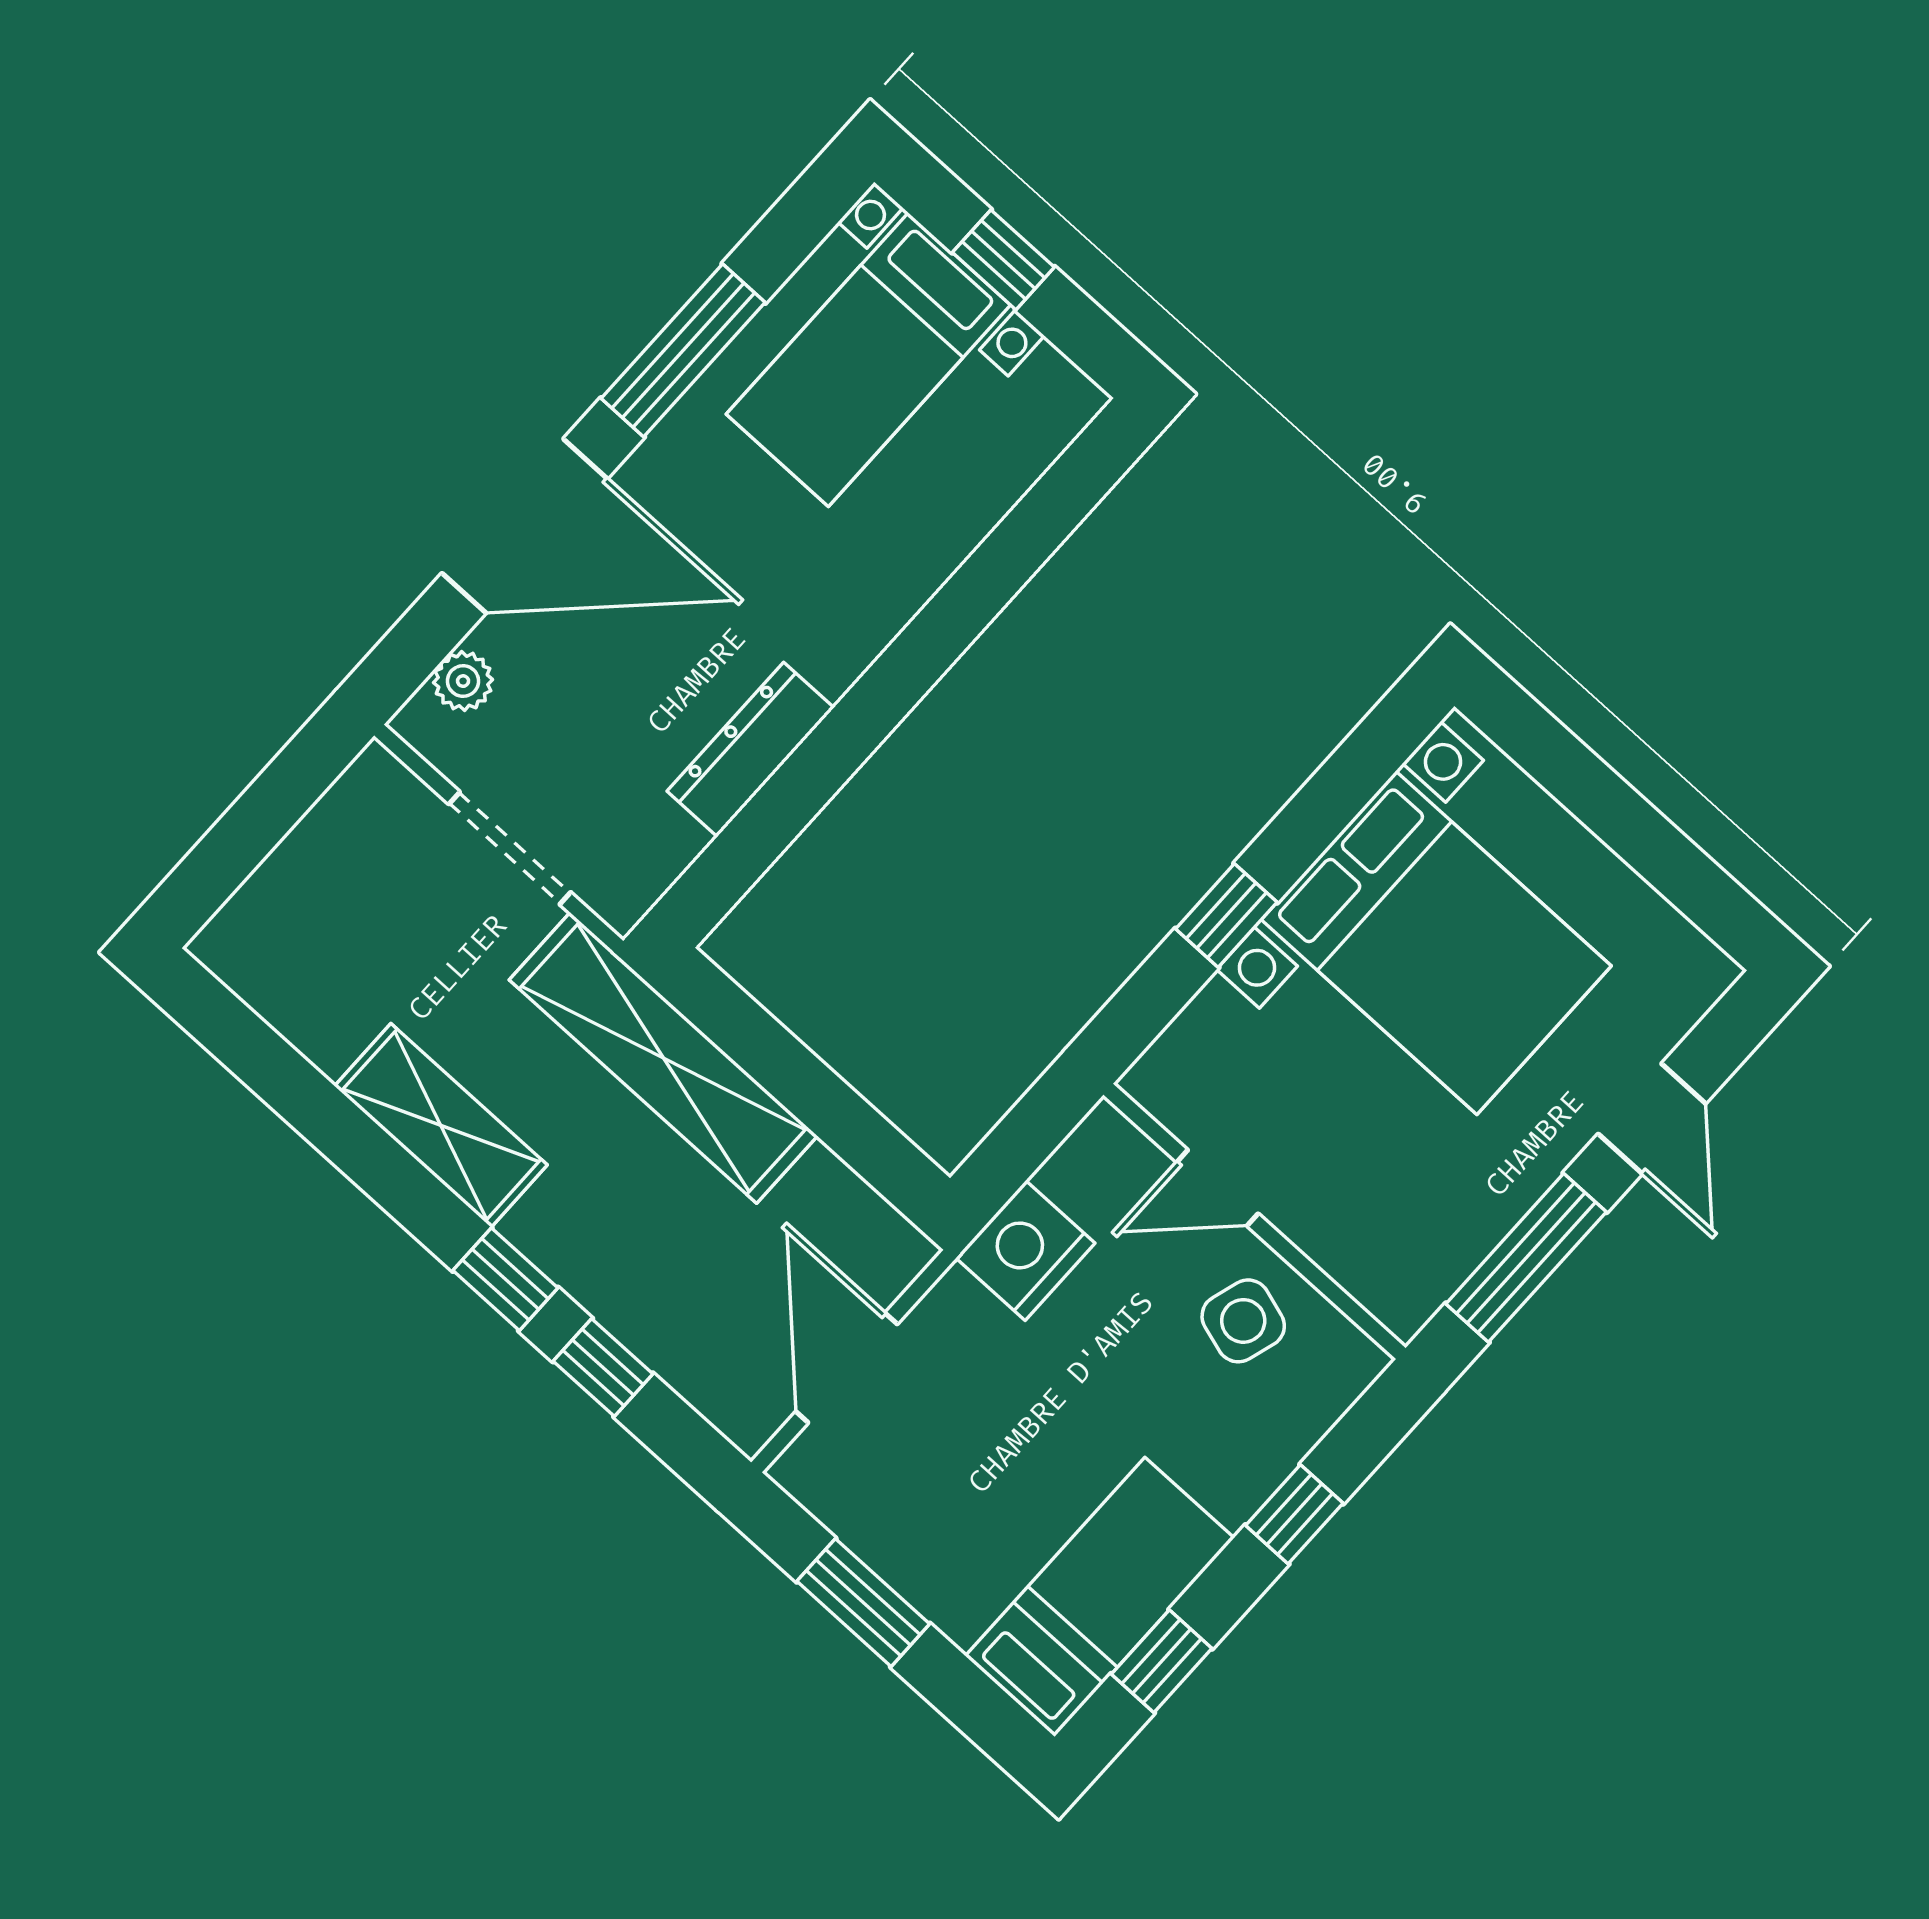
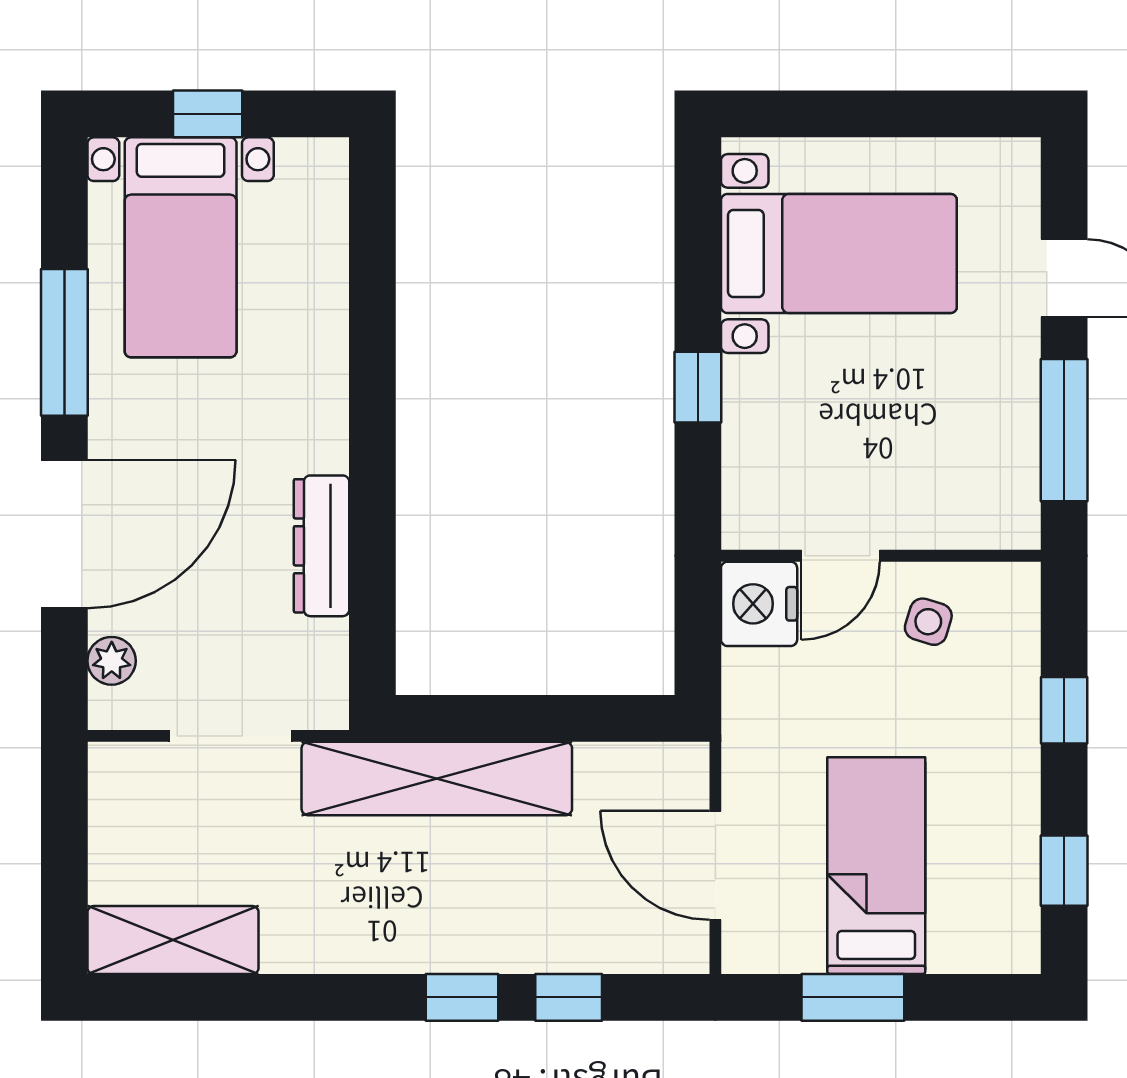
bed with nightstands: (1436, 943) -> (839, 253), width x0.73
shelving: (441, 1125) -> (173, 940), moved
nightstand: (1025, 1250) -> (759, 604), moved
side table: (1243, 1321) -> (928, 622), width x0.73, depth x0.73
bed: (1100, 1597) -> (876, 866), moved

